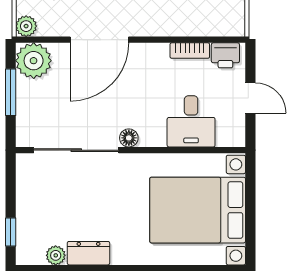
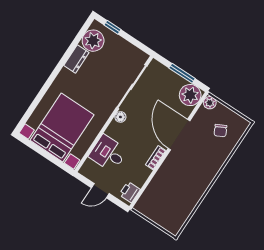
bookcase: (190, 51) -> (156, 158), moved
plant: (56, 255) -> (93, 41), width x1.88, depth x1.88

